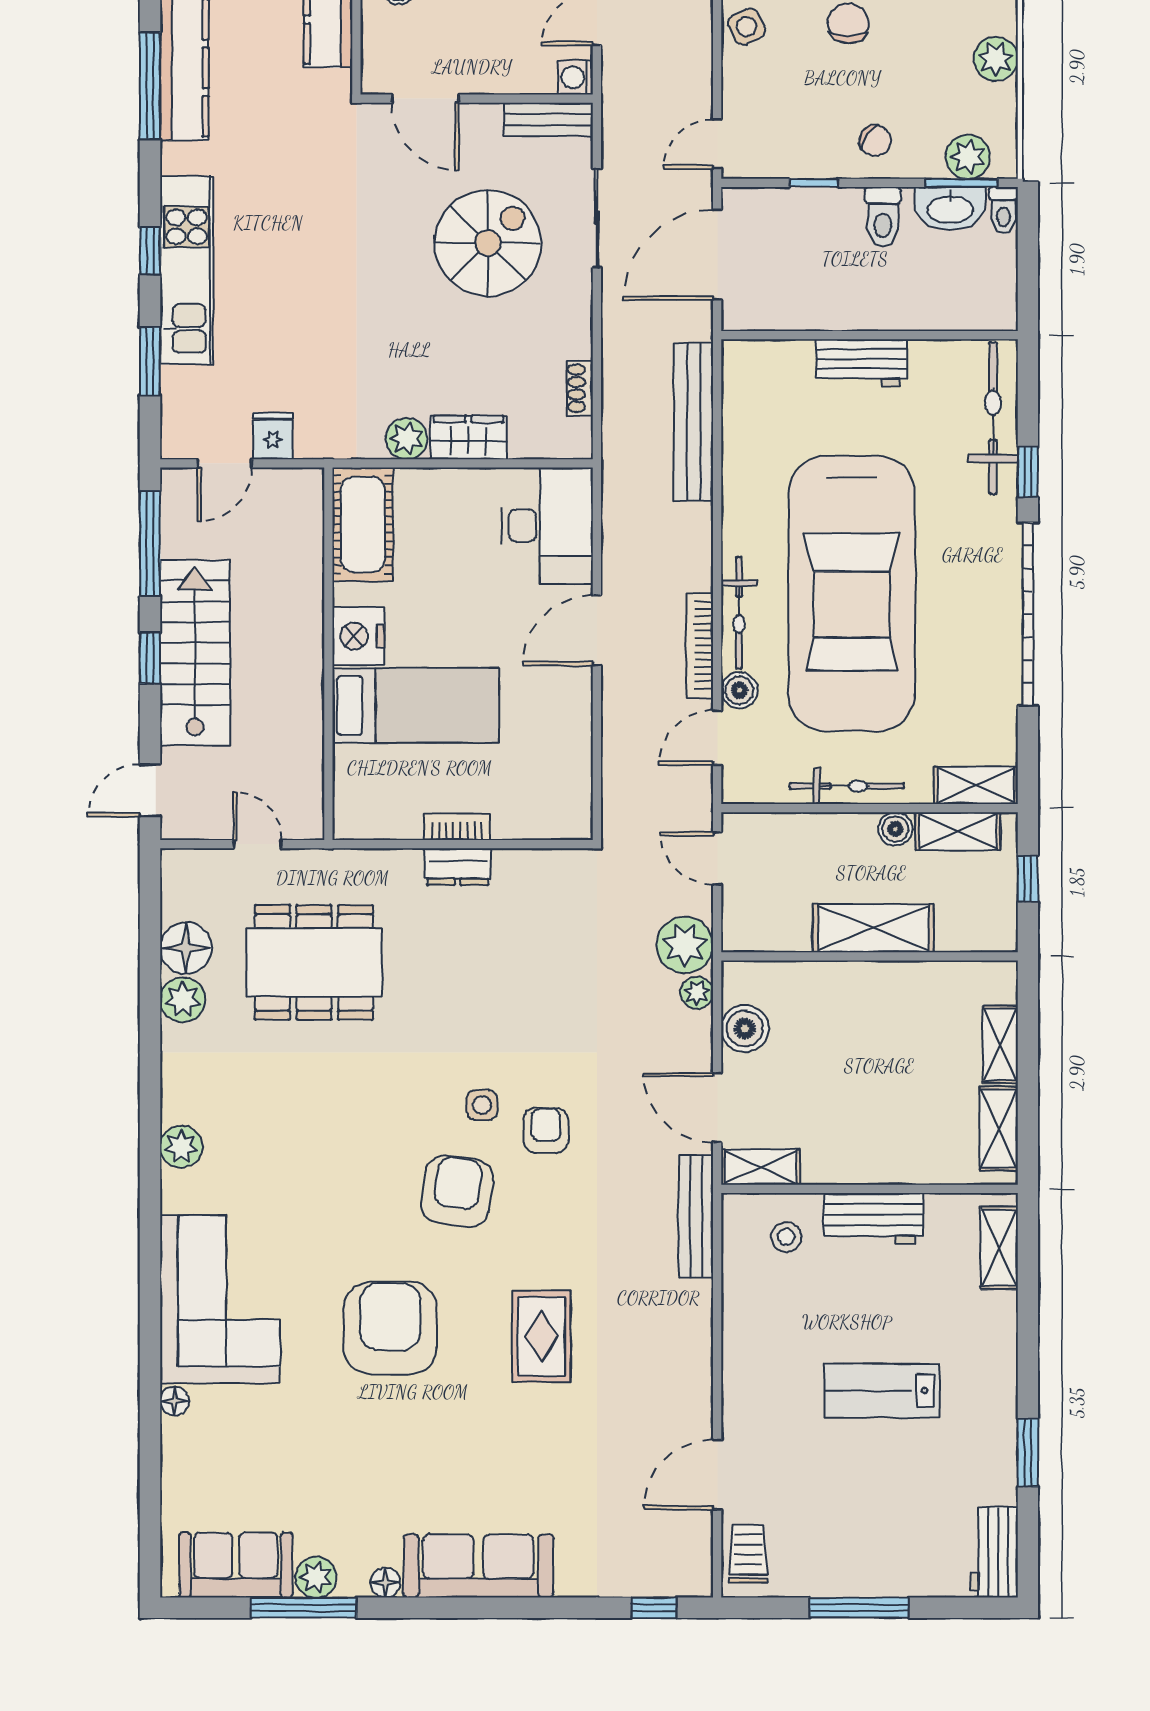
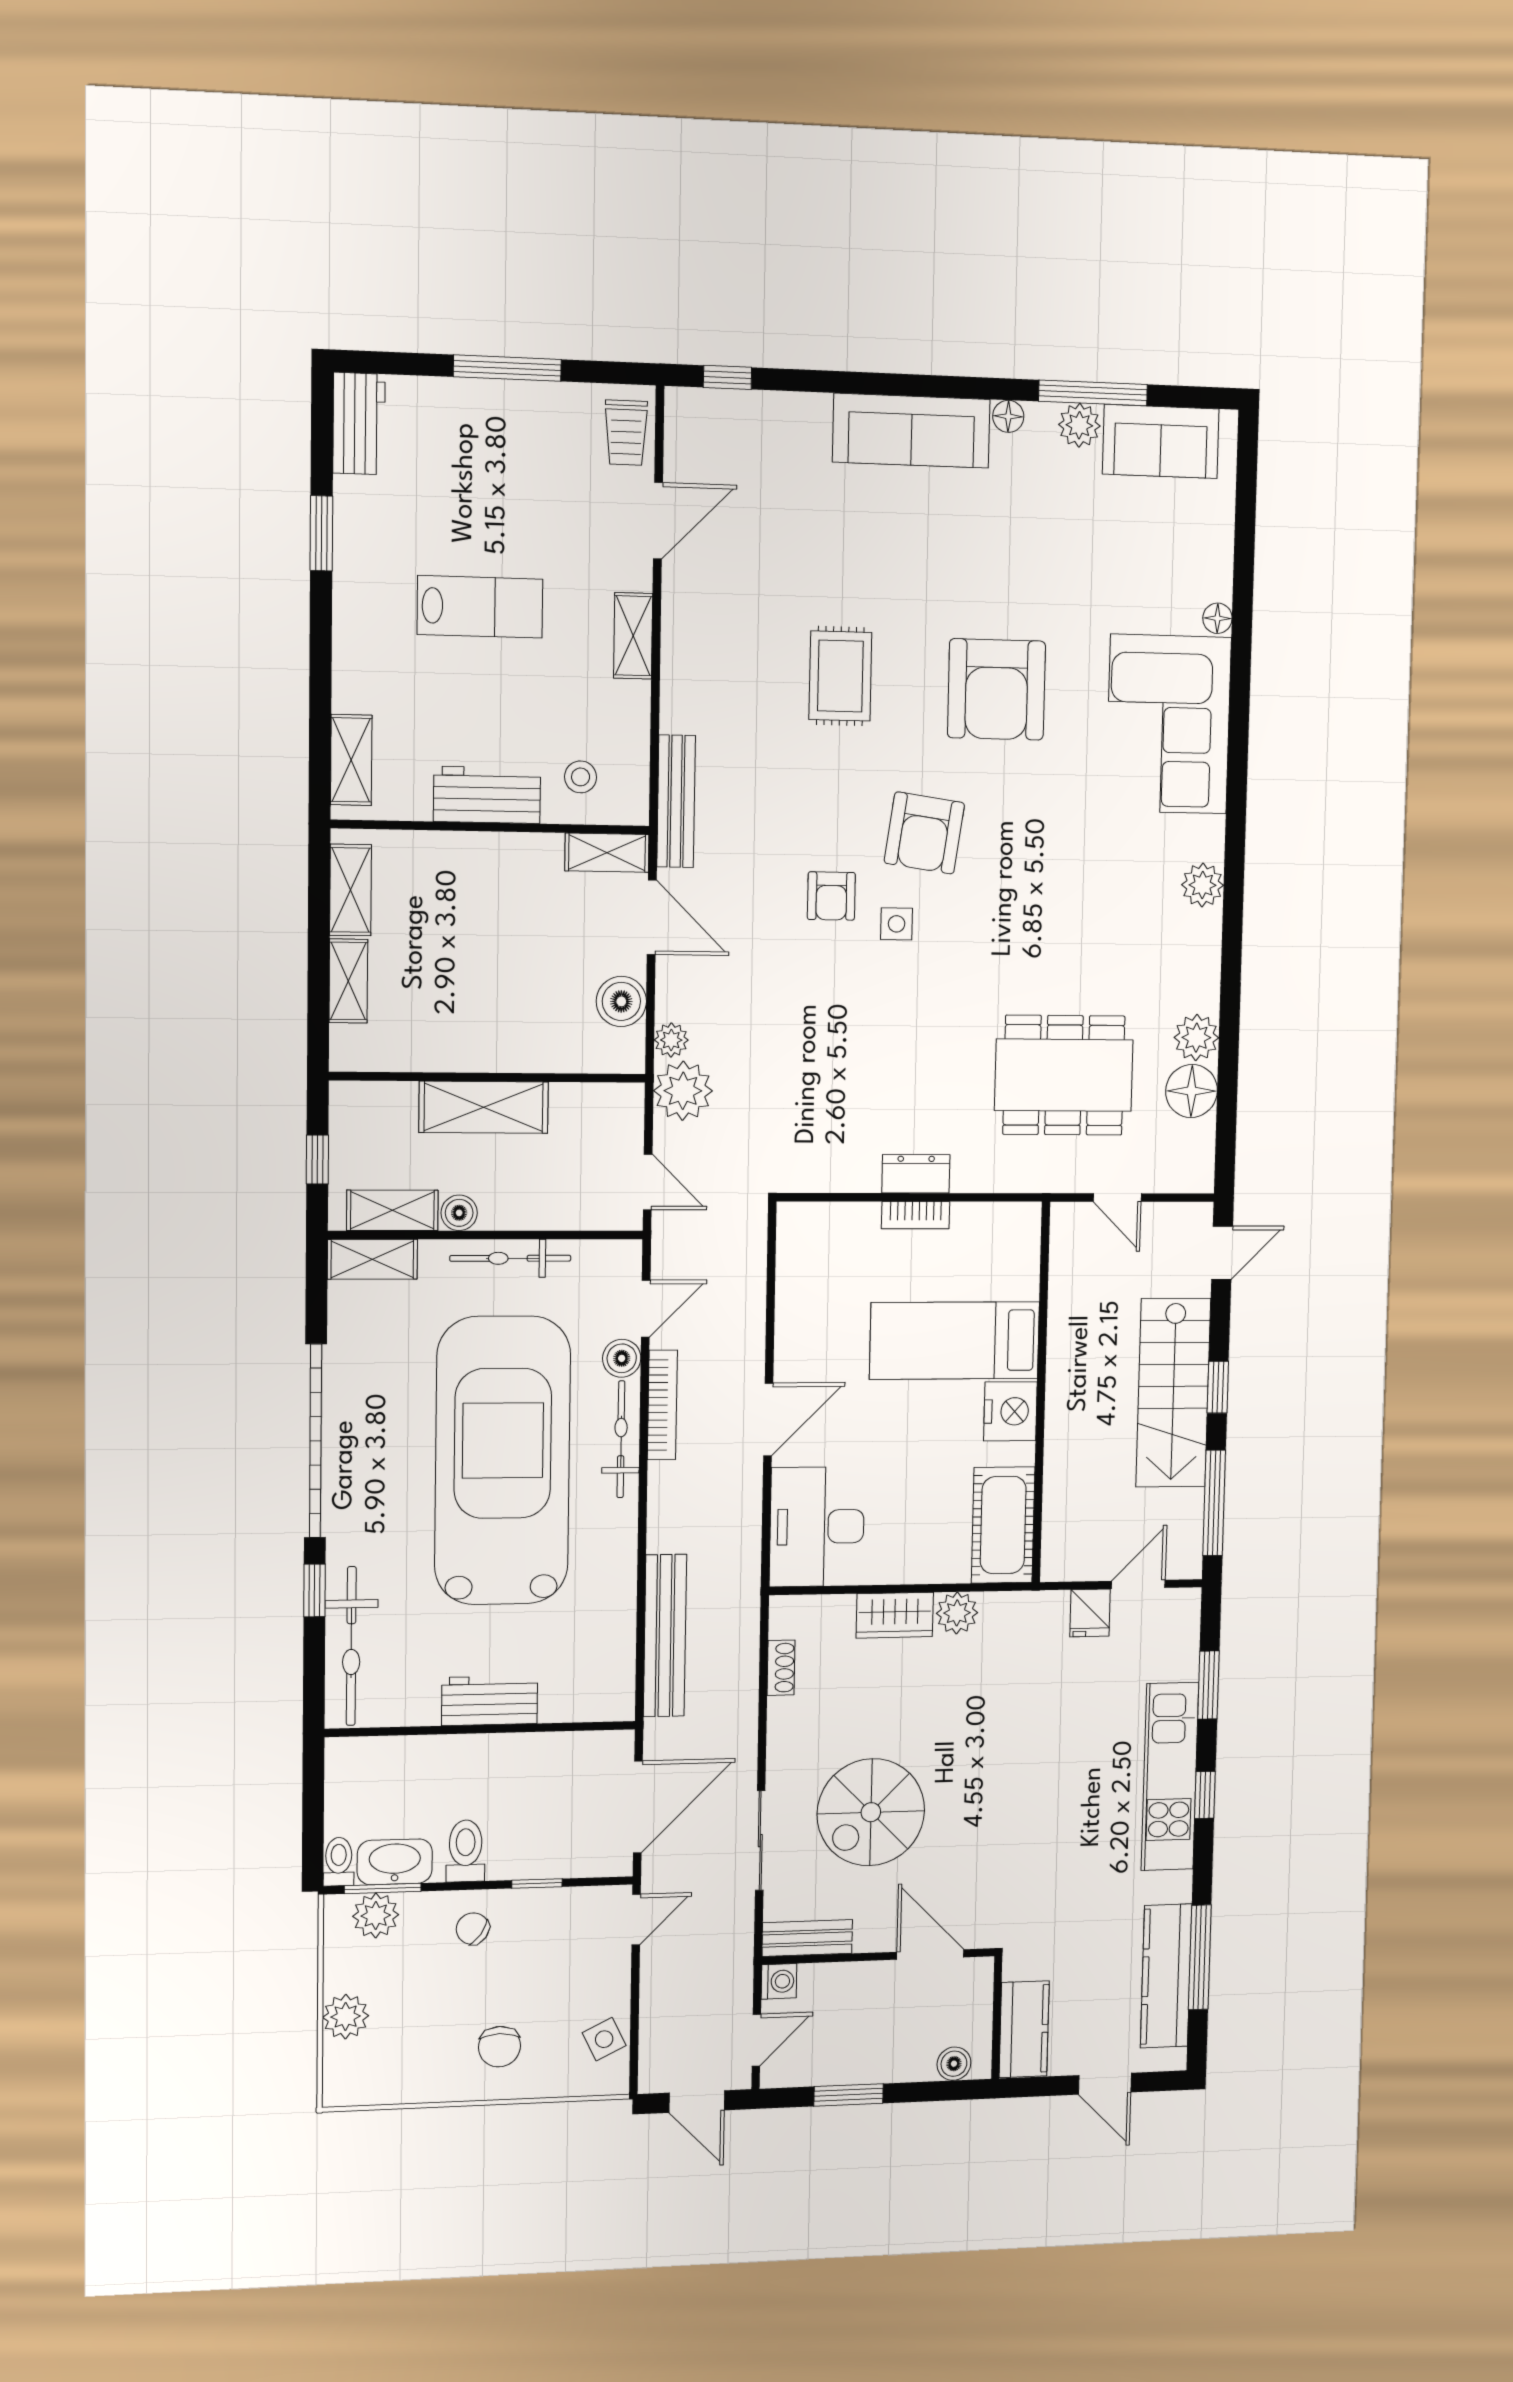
shelving: (739, 1368) -> (633, 636), added

